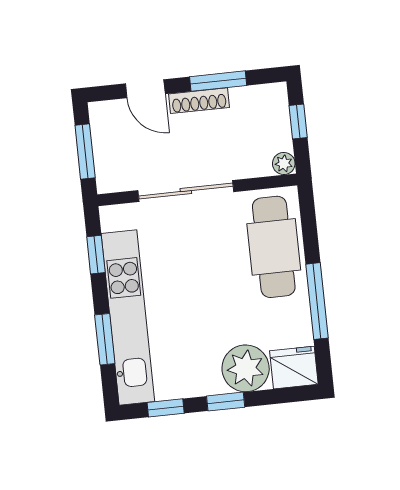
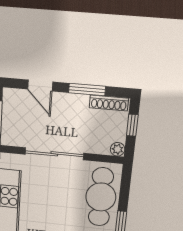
shoe rack: (199, 101) -> (109, 103), moved

